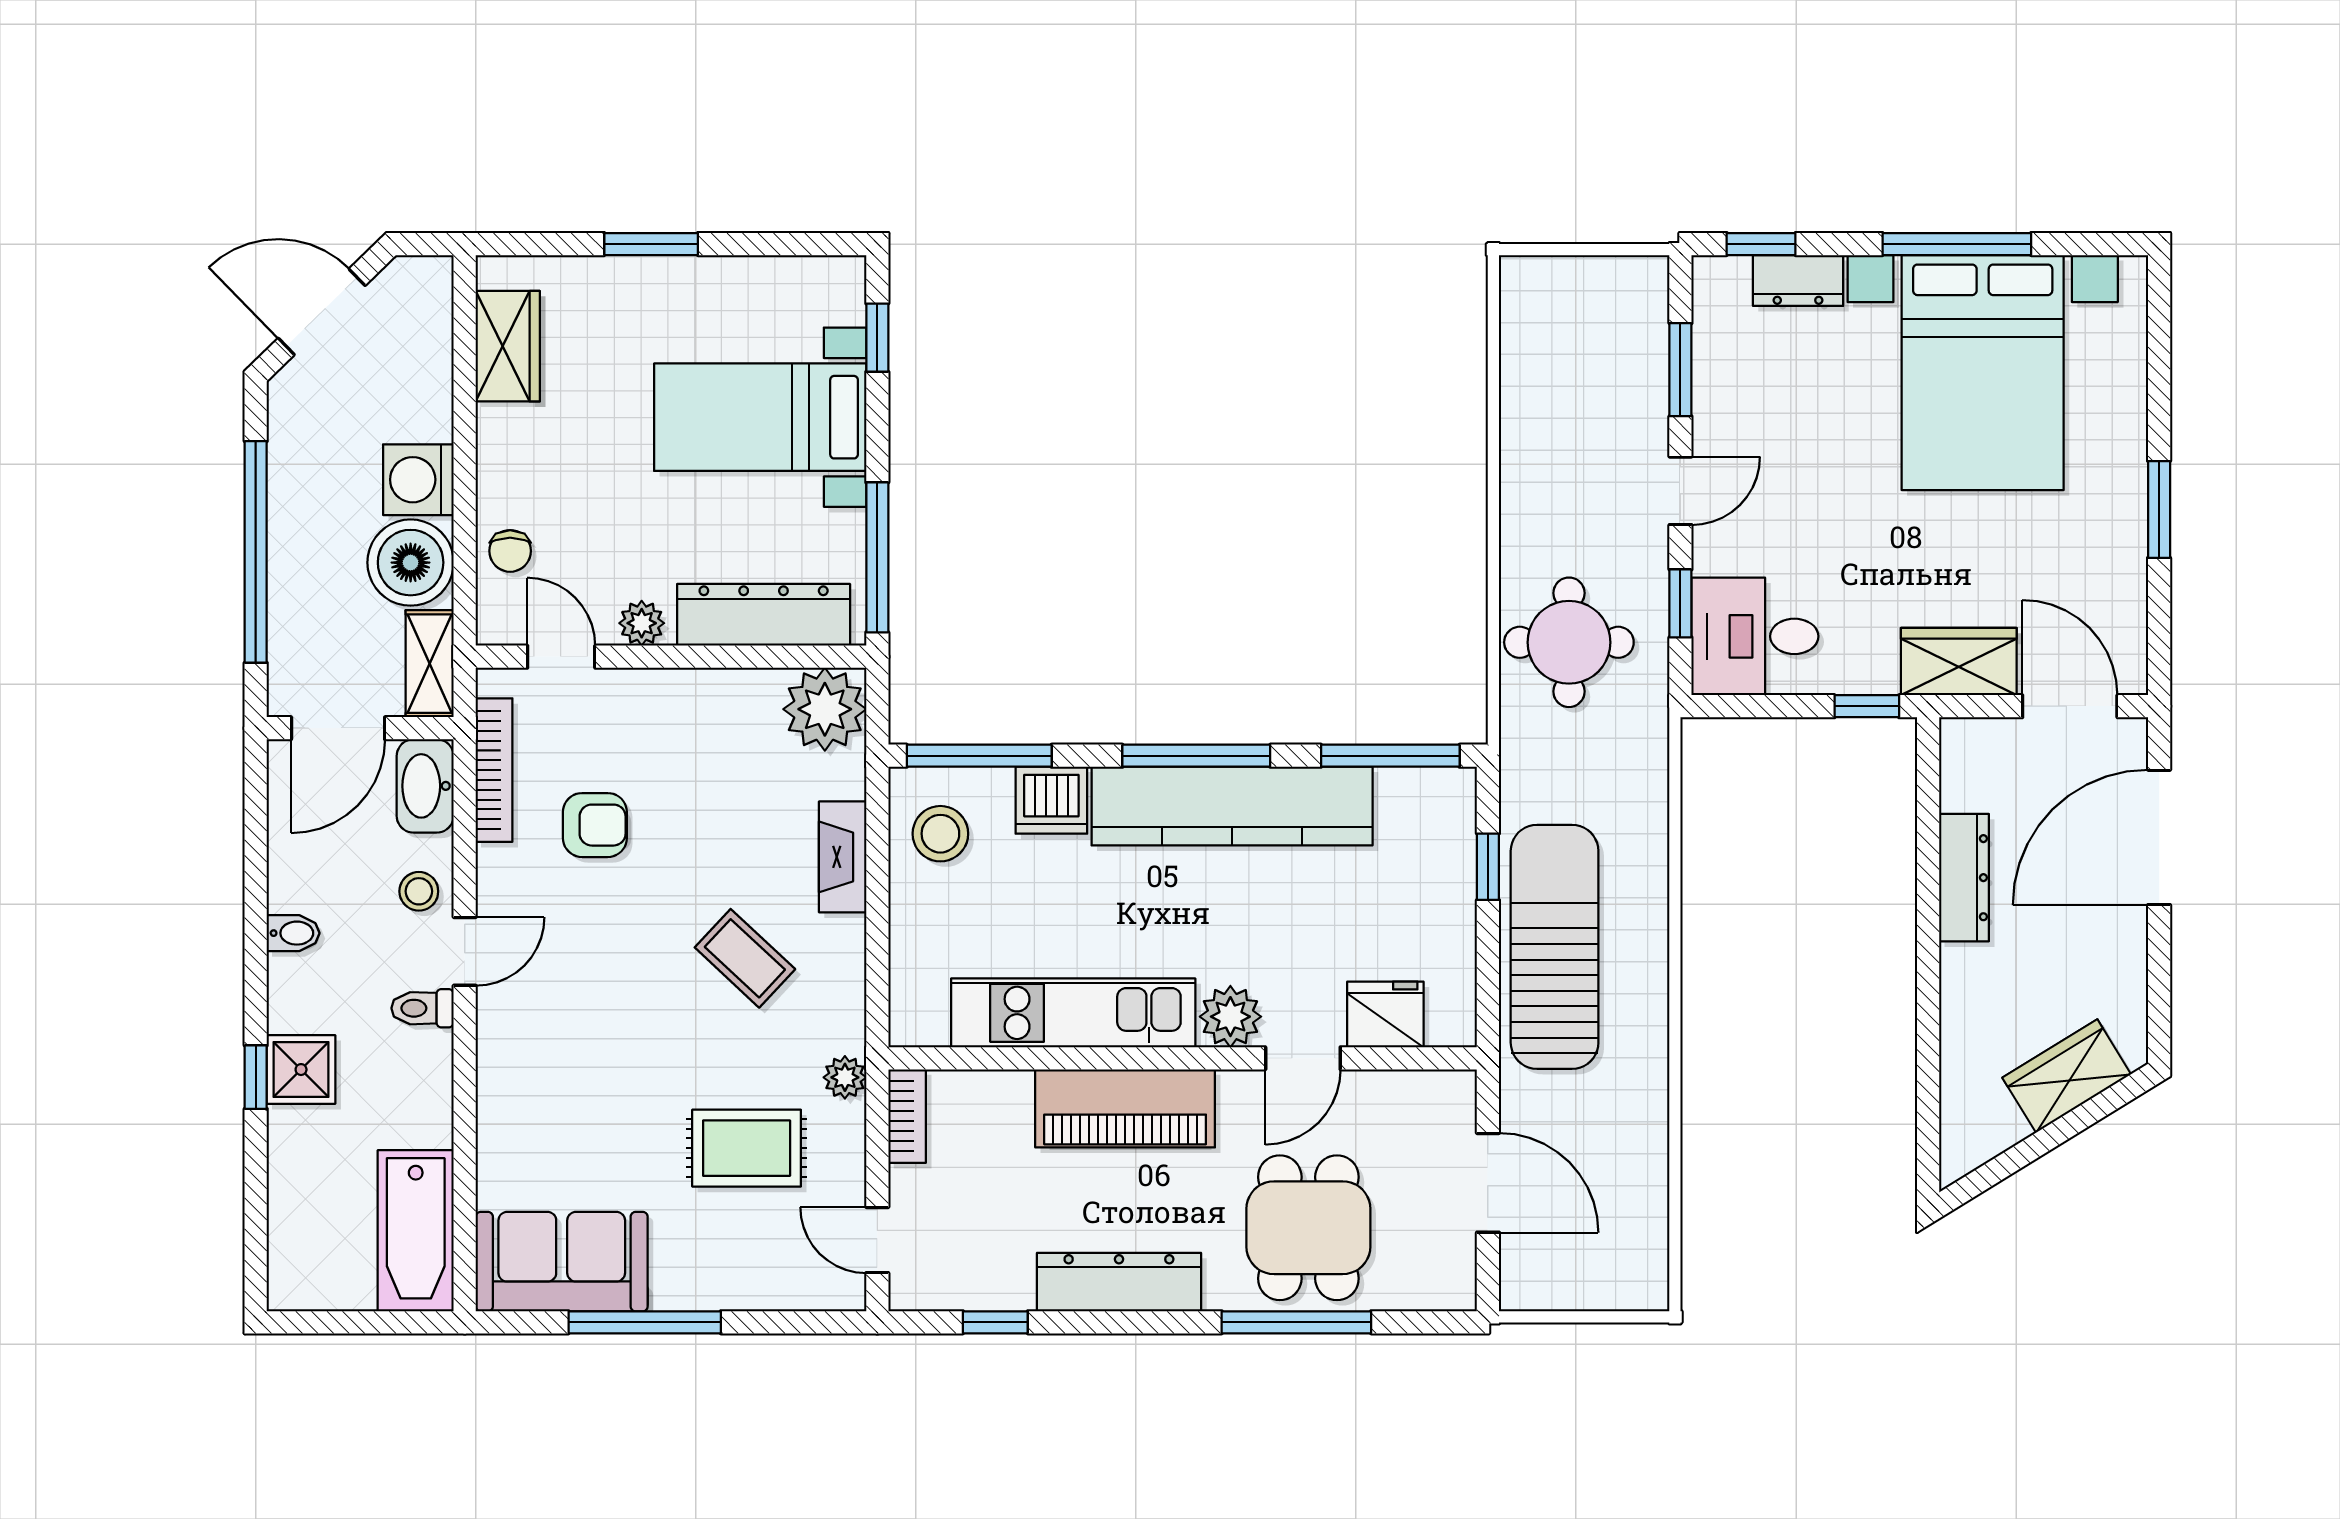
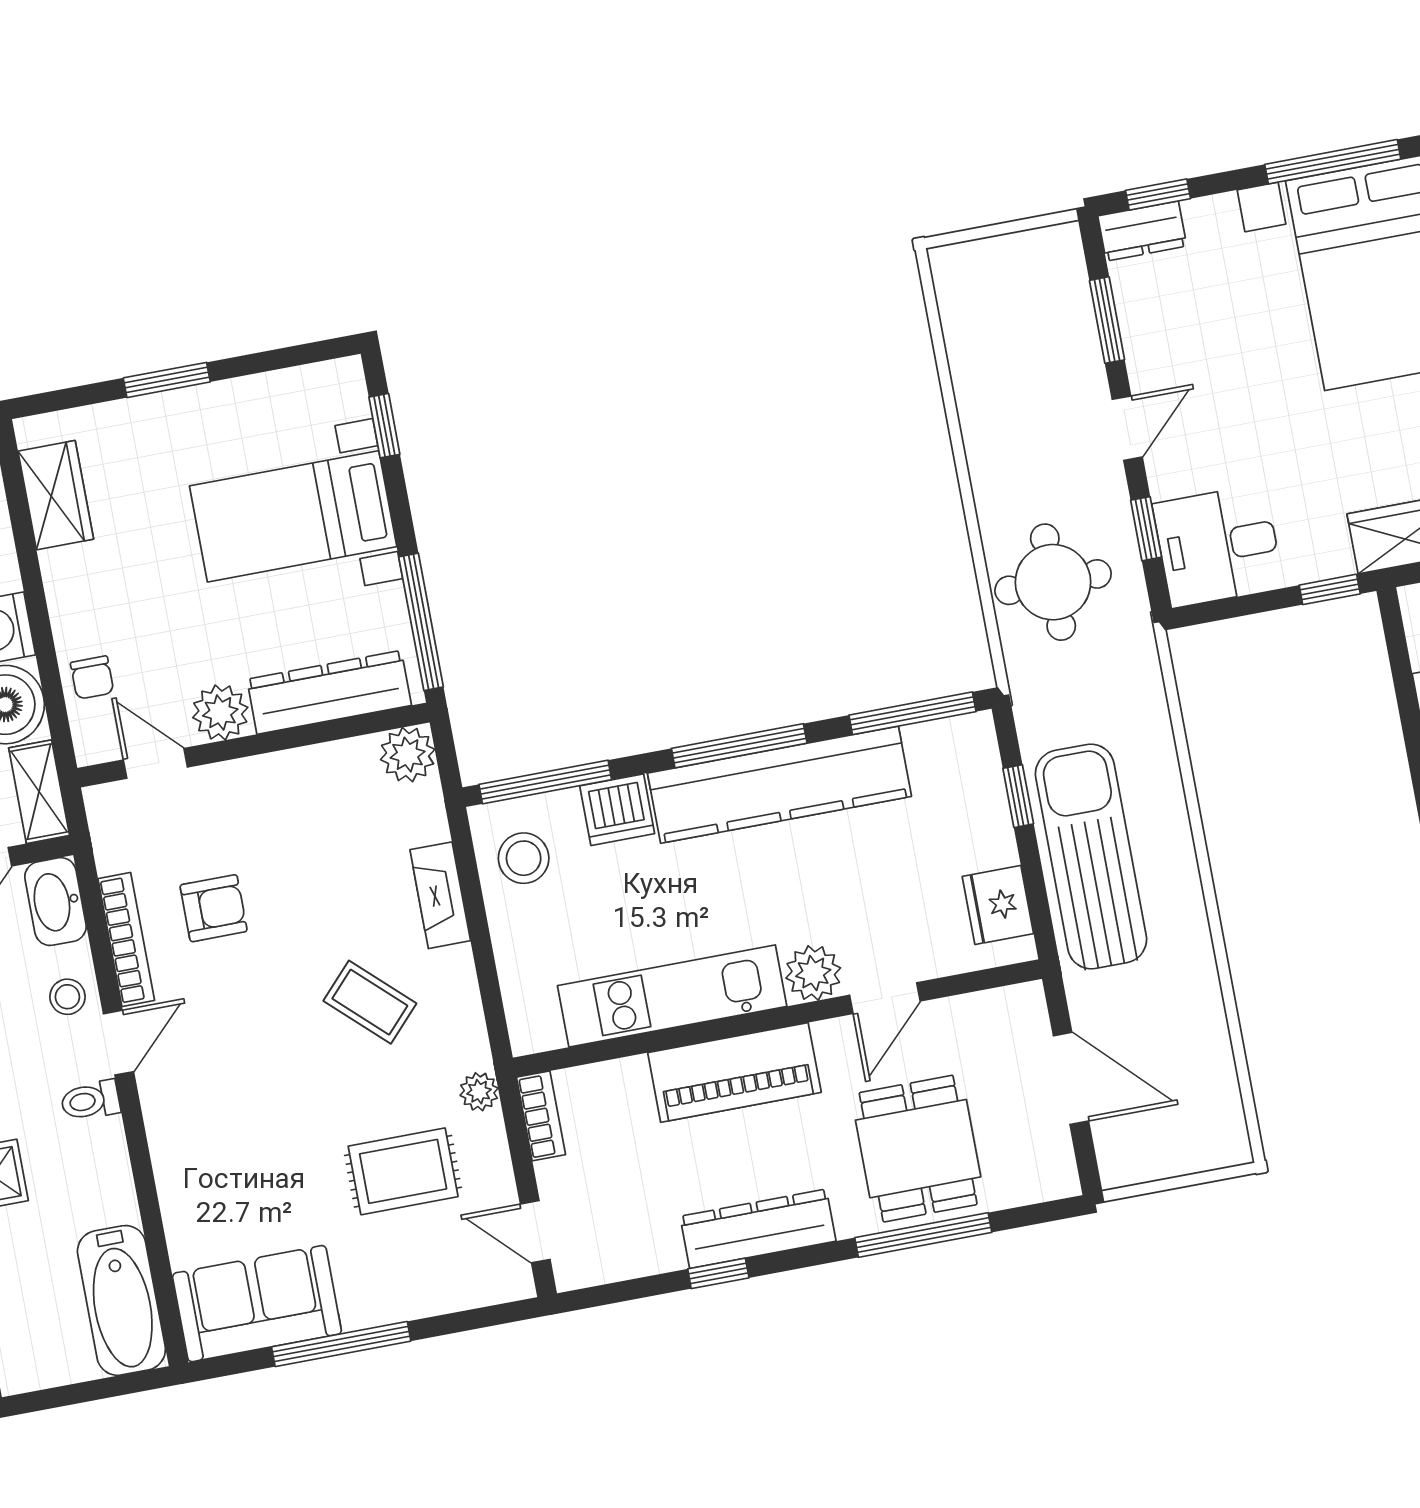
dresser: (1798, 280) -> (1142, 231), moved
plant: (642, 623) -> (220, 713), width x1.38, depth x1.38
plant: (825, 709) -> (408, 755), width x0.73, depth x0.73
bookcase: (494, 770) -> (126, 939), moved
fridge: (1385, 1014) -> (998, 905), moved, turned -90
window: (995, 1322) -> (718, 1273), moved

